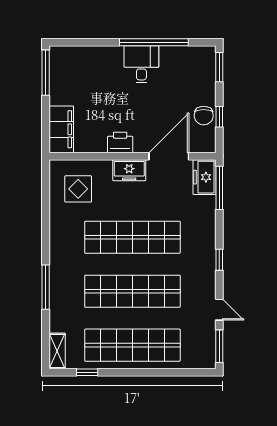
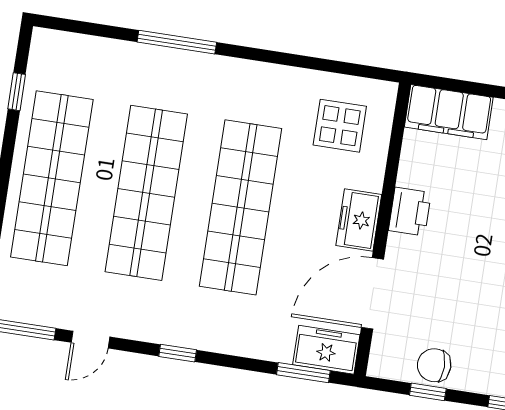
door: (169, 156) -> (372, 293), swing flipped
window: (219, 188) -> (303, 373), width x0.69
shelving: (57, 351) -> (62, 45), removed

